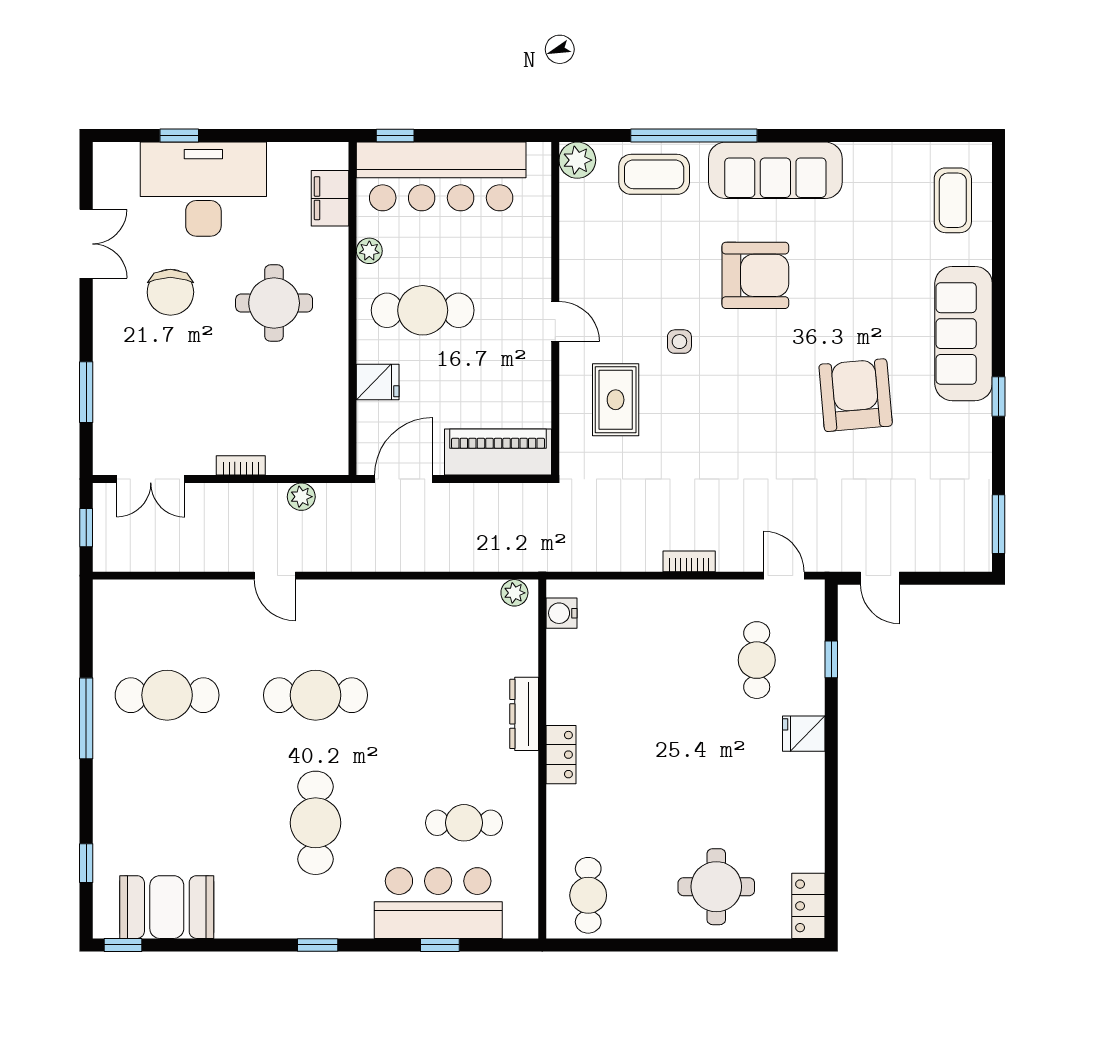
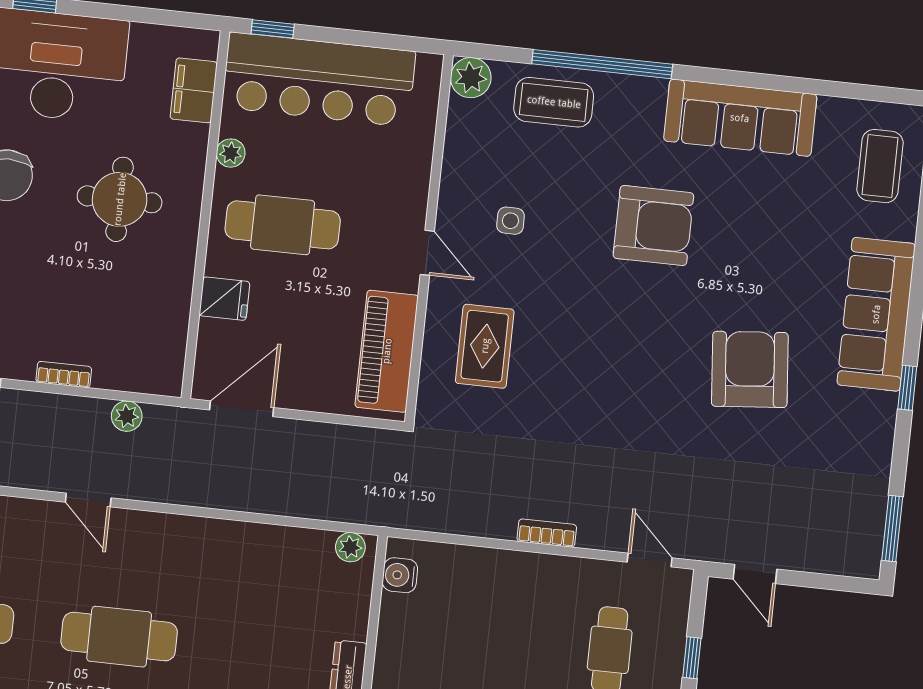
sofa: (775, 170) -> (740, 118), moved
side table: (679, 342) -> (510, 221), moved
piano: (498, 452) -> (387, 351), moved, turned -90

